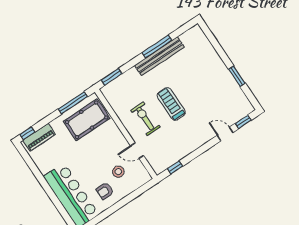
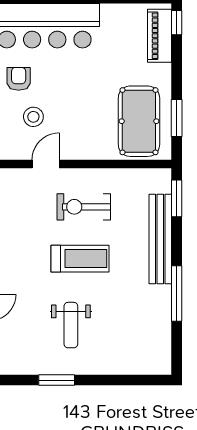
bench: (159, 56) -> (160, 239), moved
weight bench: (206, 87) -> (71, 325), added
window: (73, 103) -> (177, 118), width x0.69
exercise bike: (145, 119) -> (84, 207), turned 180

